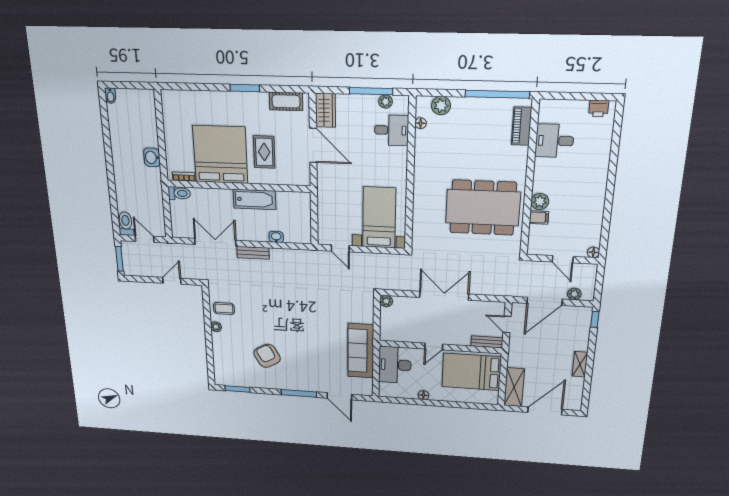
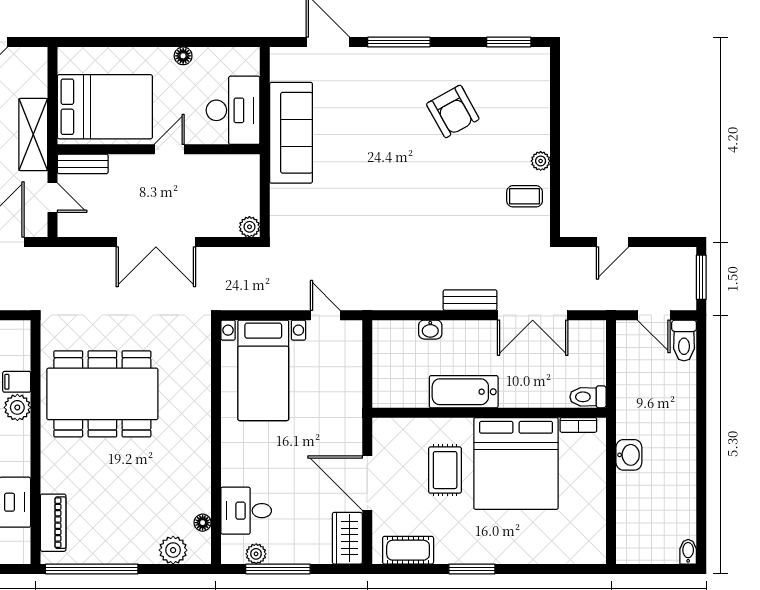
shelving: (514, 387) -> (33, 135), moved

